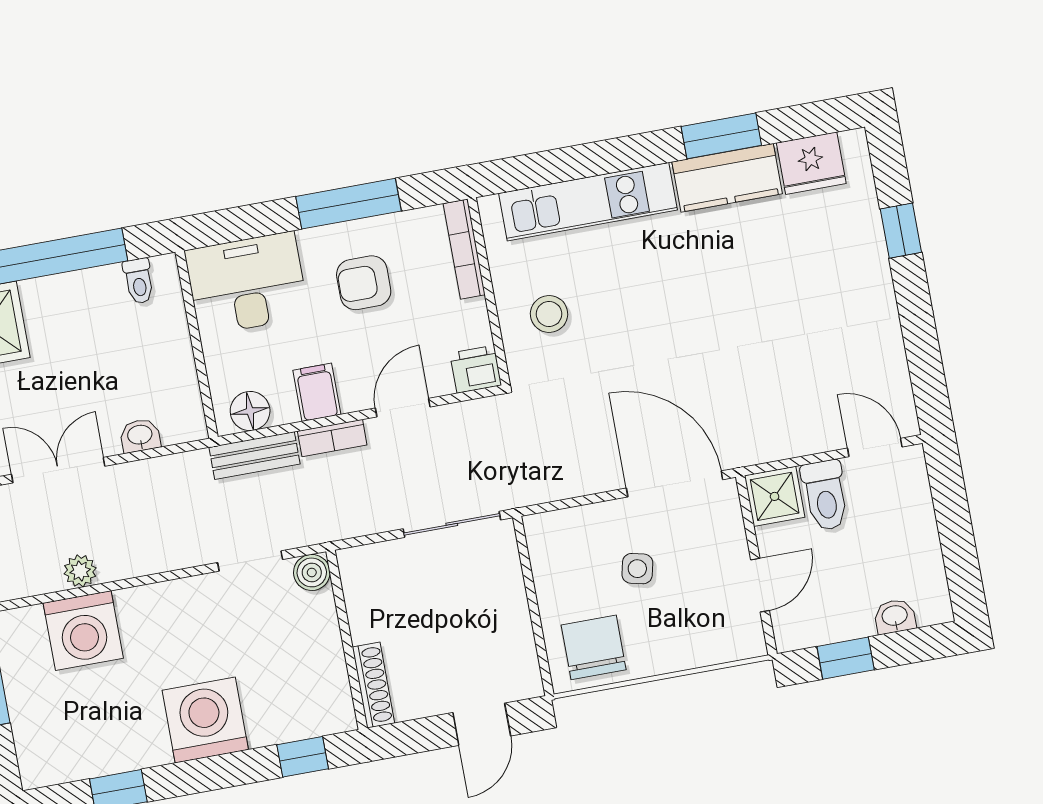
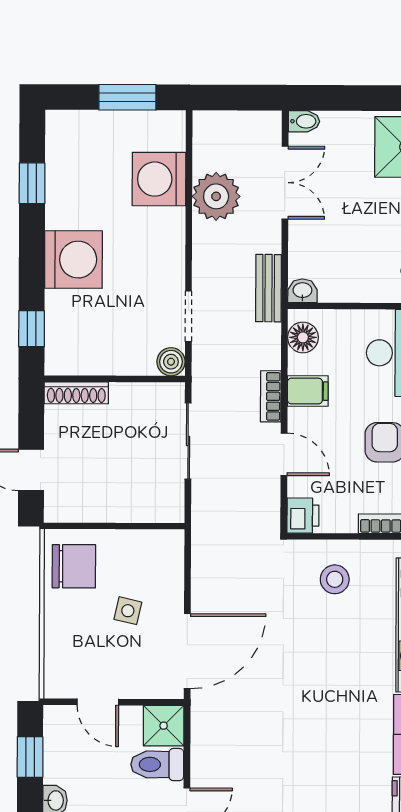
washbasin: (140, 436) -> (302, 291), moved, turned -90
bench: (255, 455) -> (269, 288), moved
sliding door: (452, 524) -> (188, 441), moved
plant: (80, 571) -> (216, 196), width x1.87, depth x1.87

